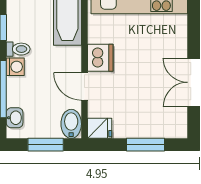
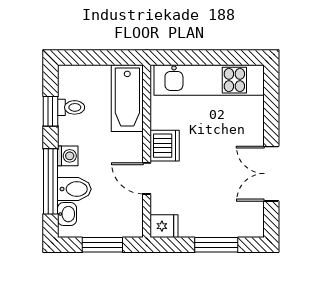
toilet: (18, 49) -> (71, 107), moved
bidet: (71, 124) -> (74, 189), moved, turned 90

